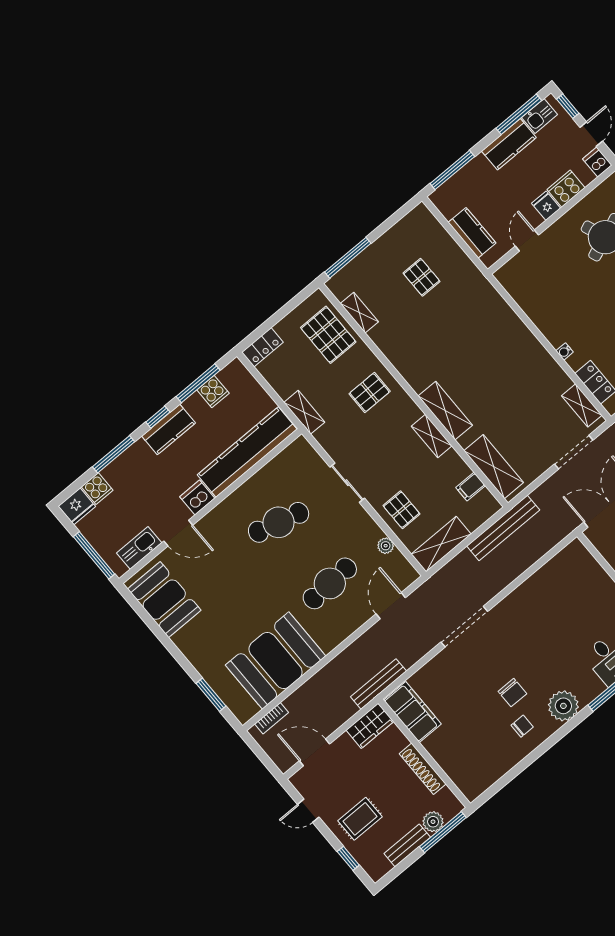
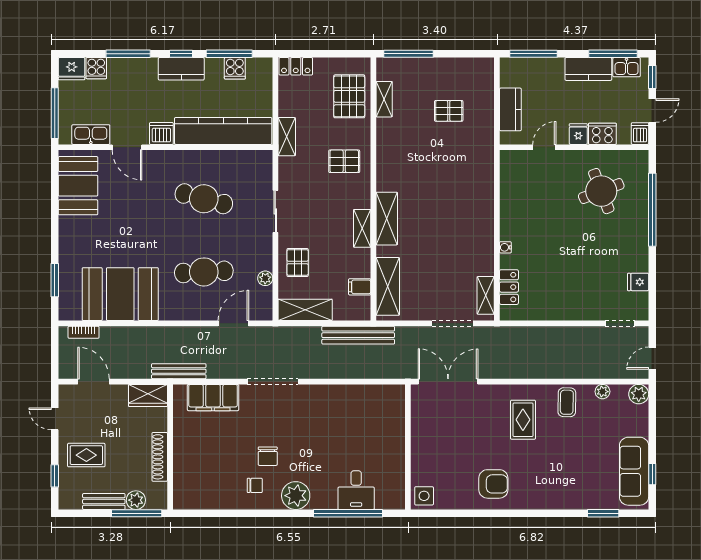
pallet: (422, 277) -> (449, 111), turned 90
filing cabinet: (412, 712) -> (213, 398), moved, turned 90

